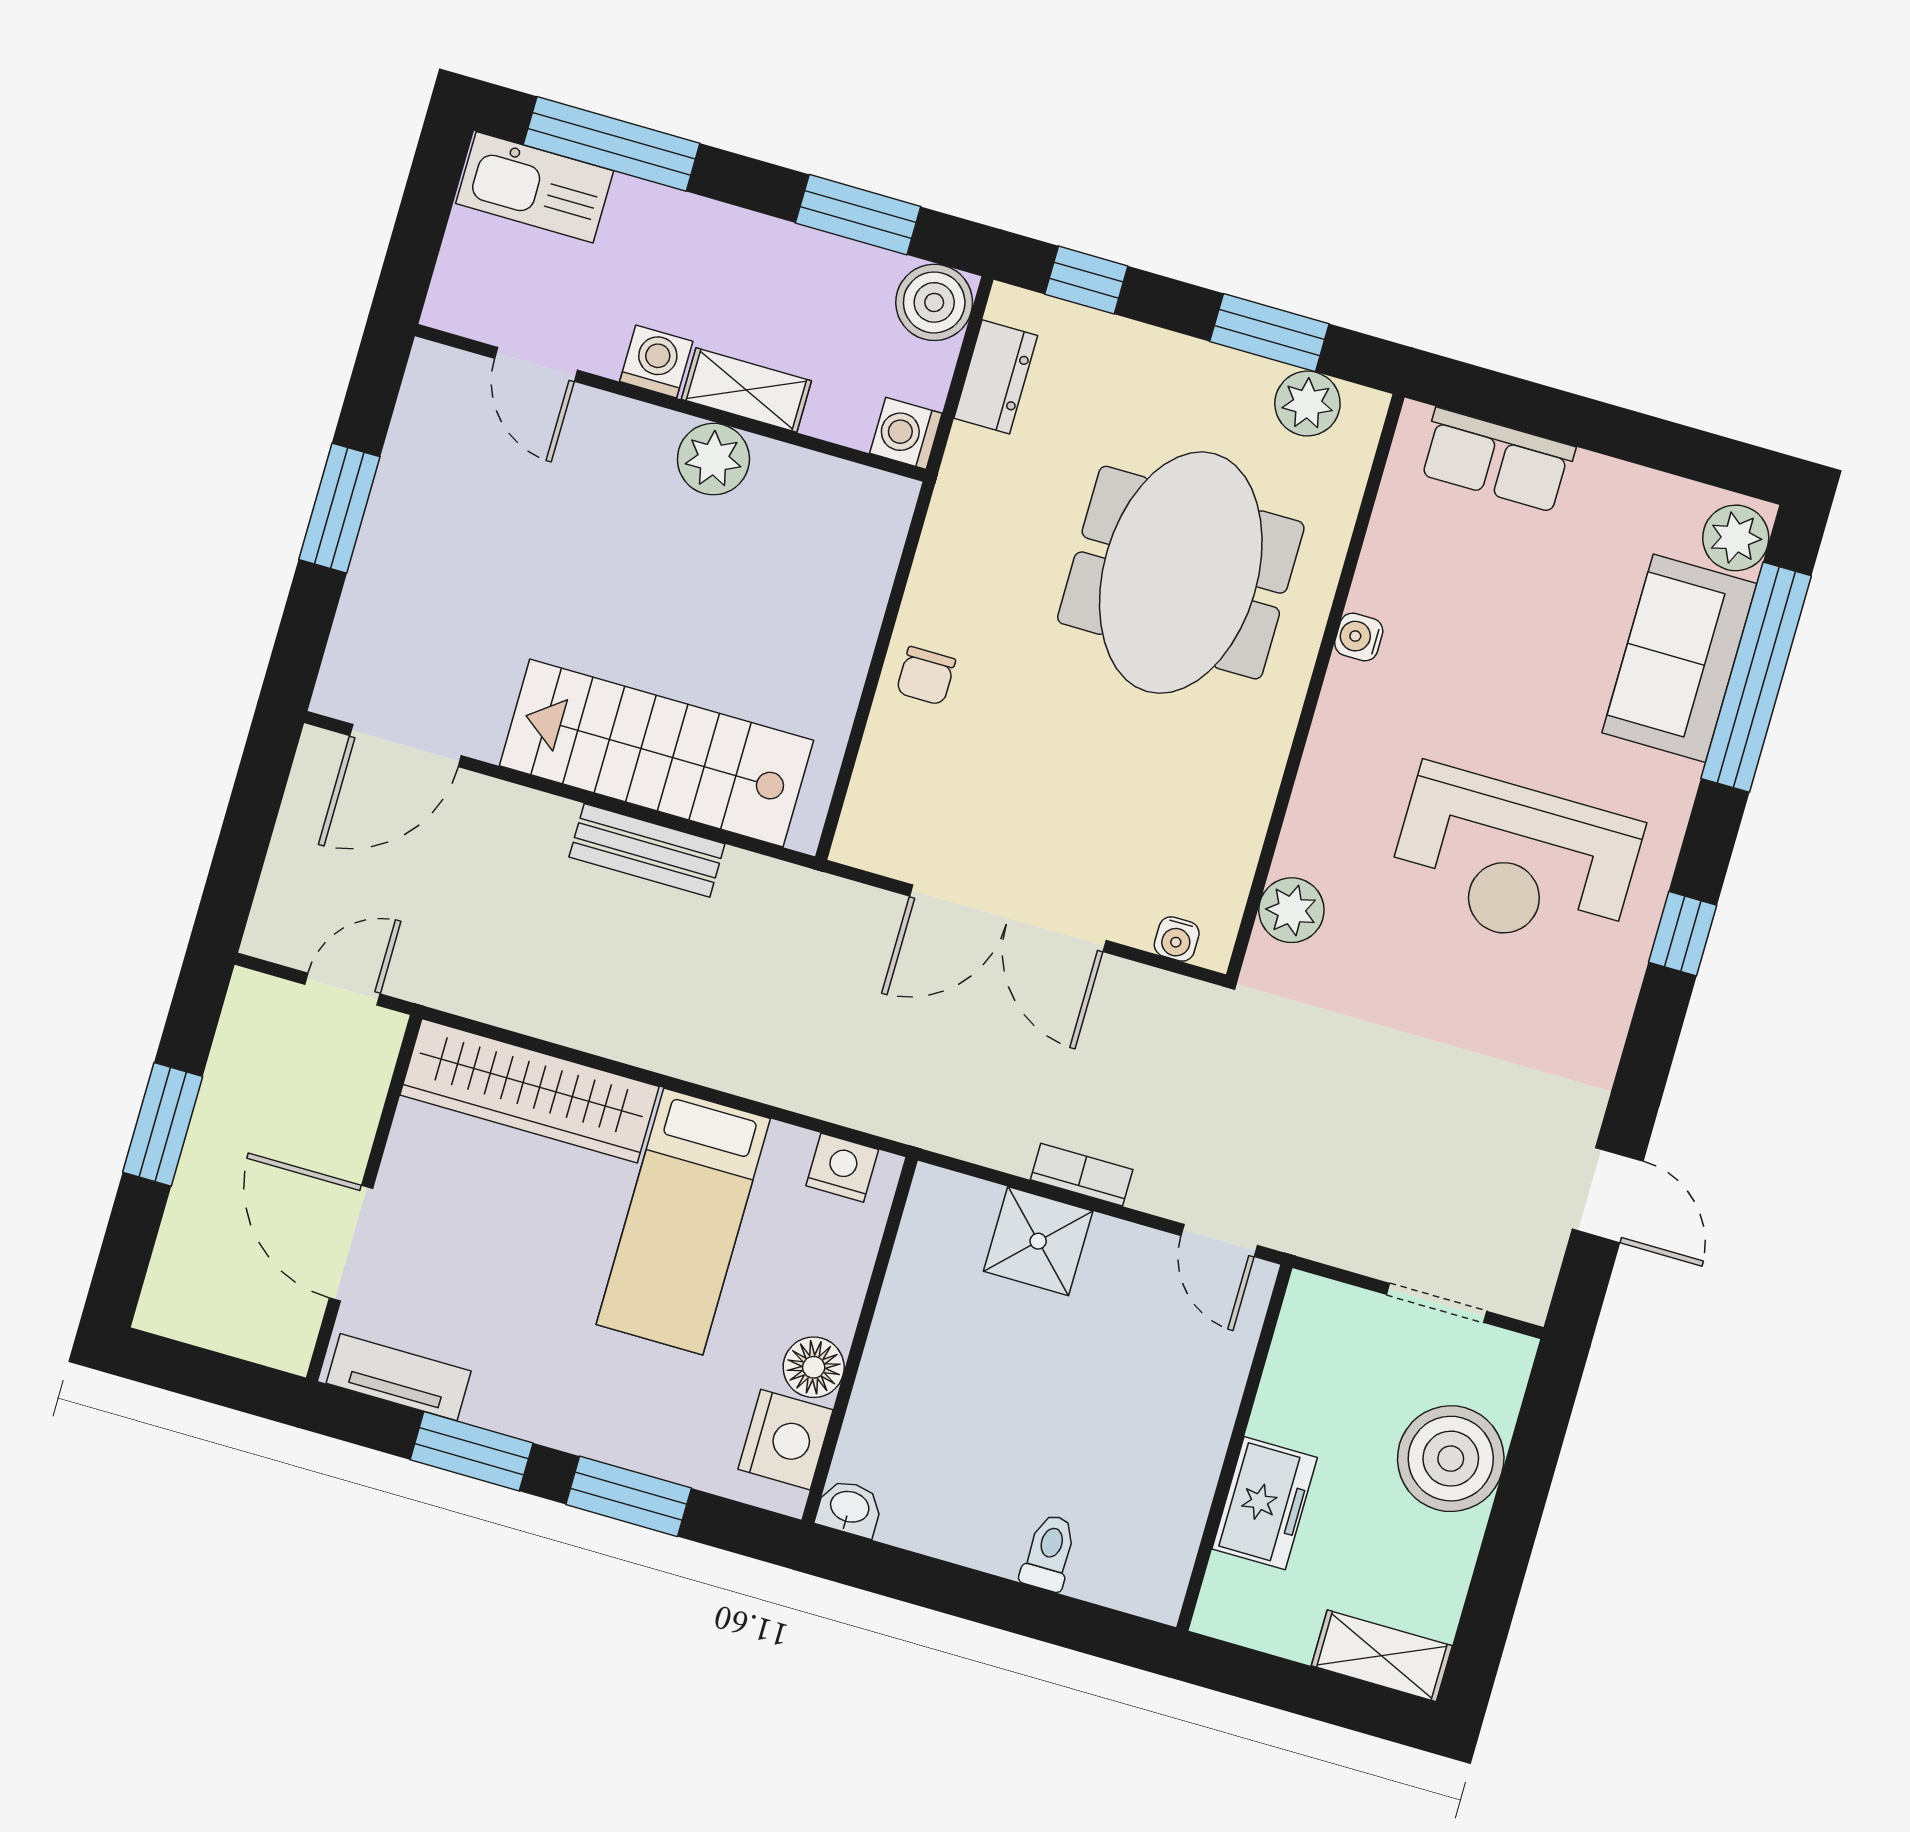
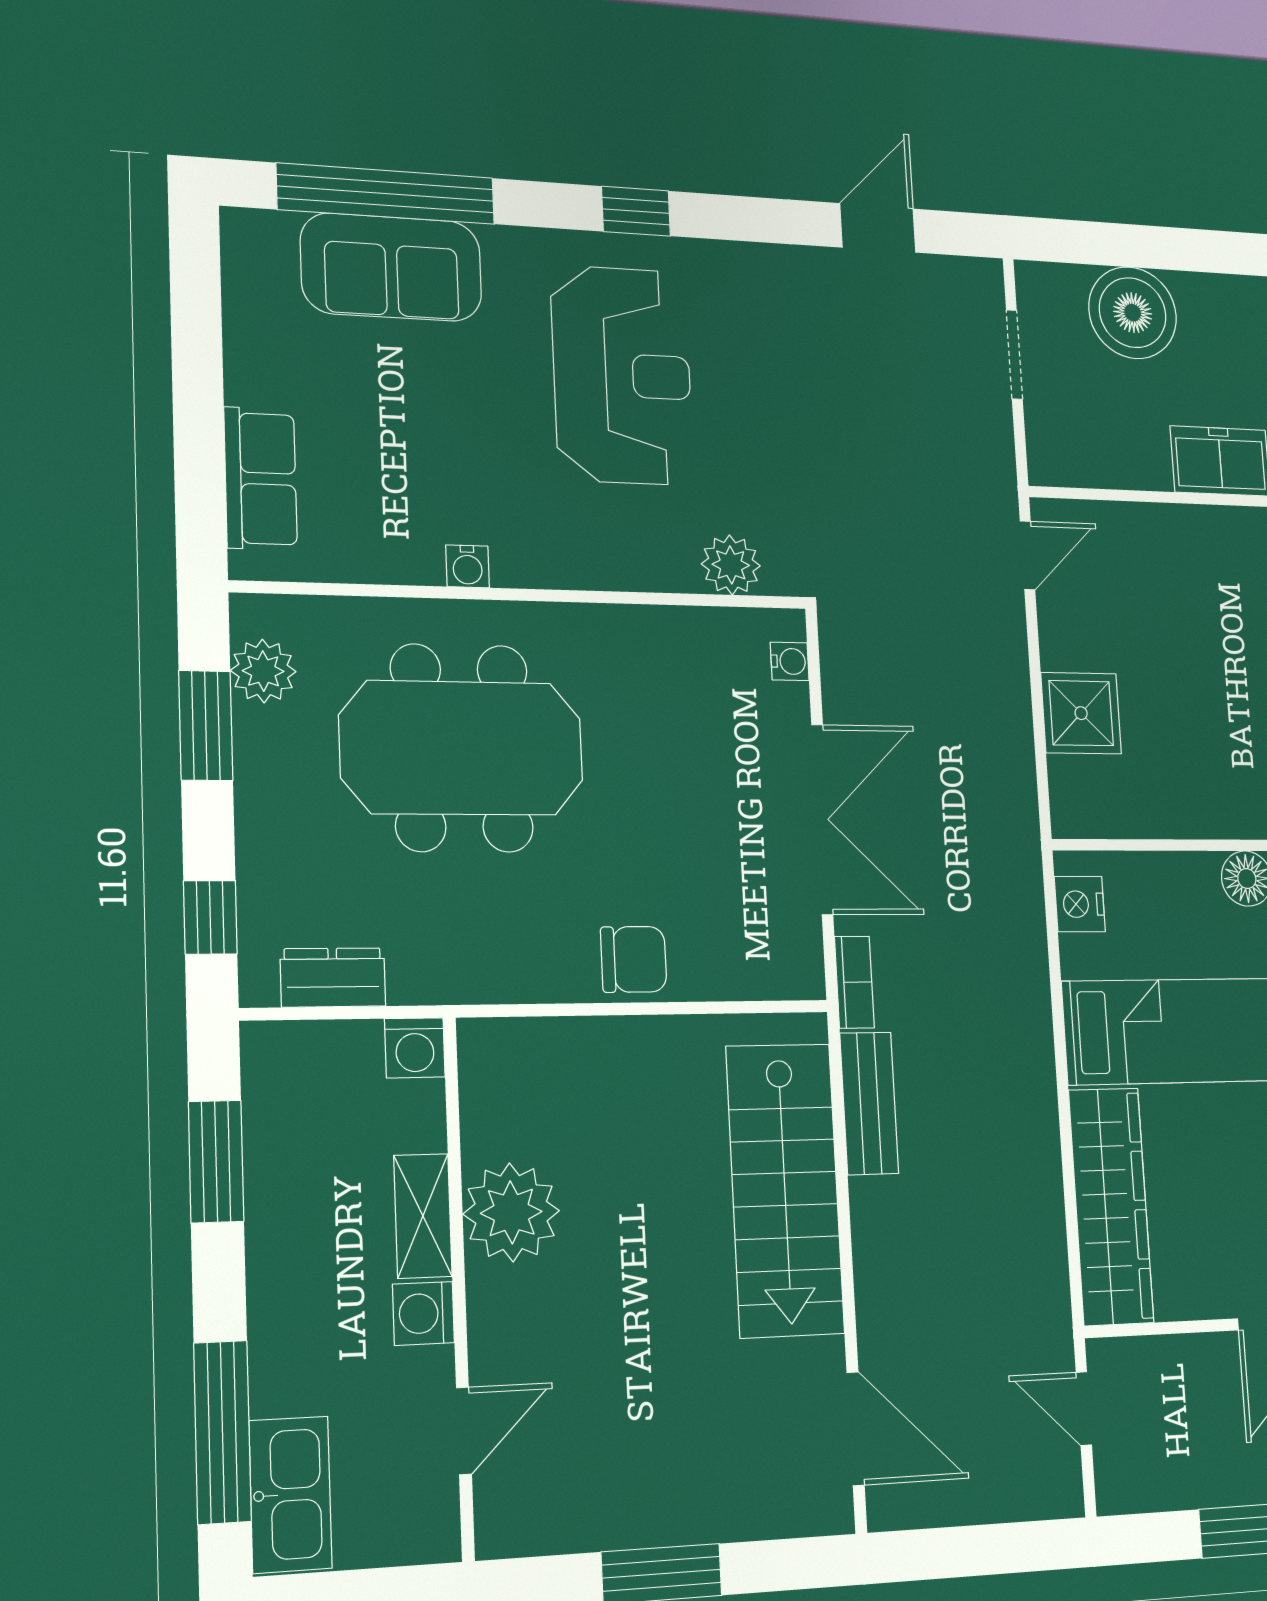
boiler: (934, 302) -> (279, 1059), removed
plant: (713, 459) -> (511, 1212), width x1.36, depth x1.36
plant: (1736, 538) -> (263, 239), removed
chair: (926, 676) -> (634, 959), width x1.37, depth x1.37
bench: (647, 850) -> (869, 1103), moved
bookcase: (1082, 1175) -> (854, 982), moved, turned 180

